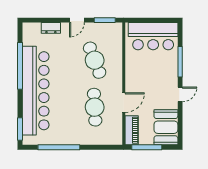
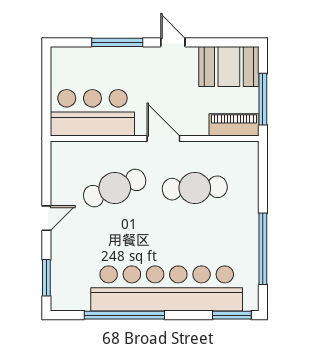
door: (77, 20) -> (46, 218), hinge flipped
window: (105, 20) -> (46, 278), moved
dresser: (51, 28) -> (60, 262), removed
bar counter: (153, 36) -> (92, 113), moved, turned -90
door: (124, 103) -> (163, 138), moved

